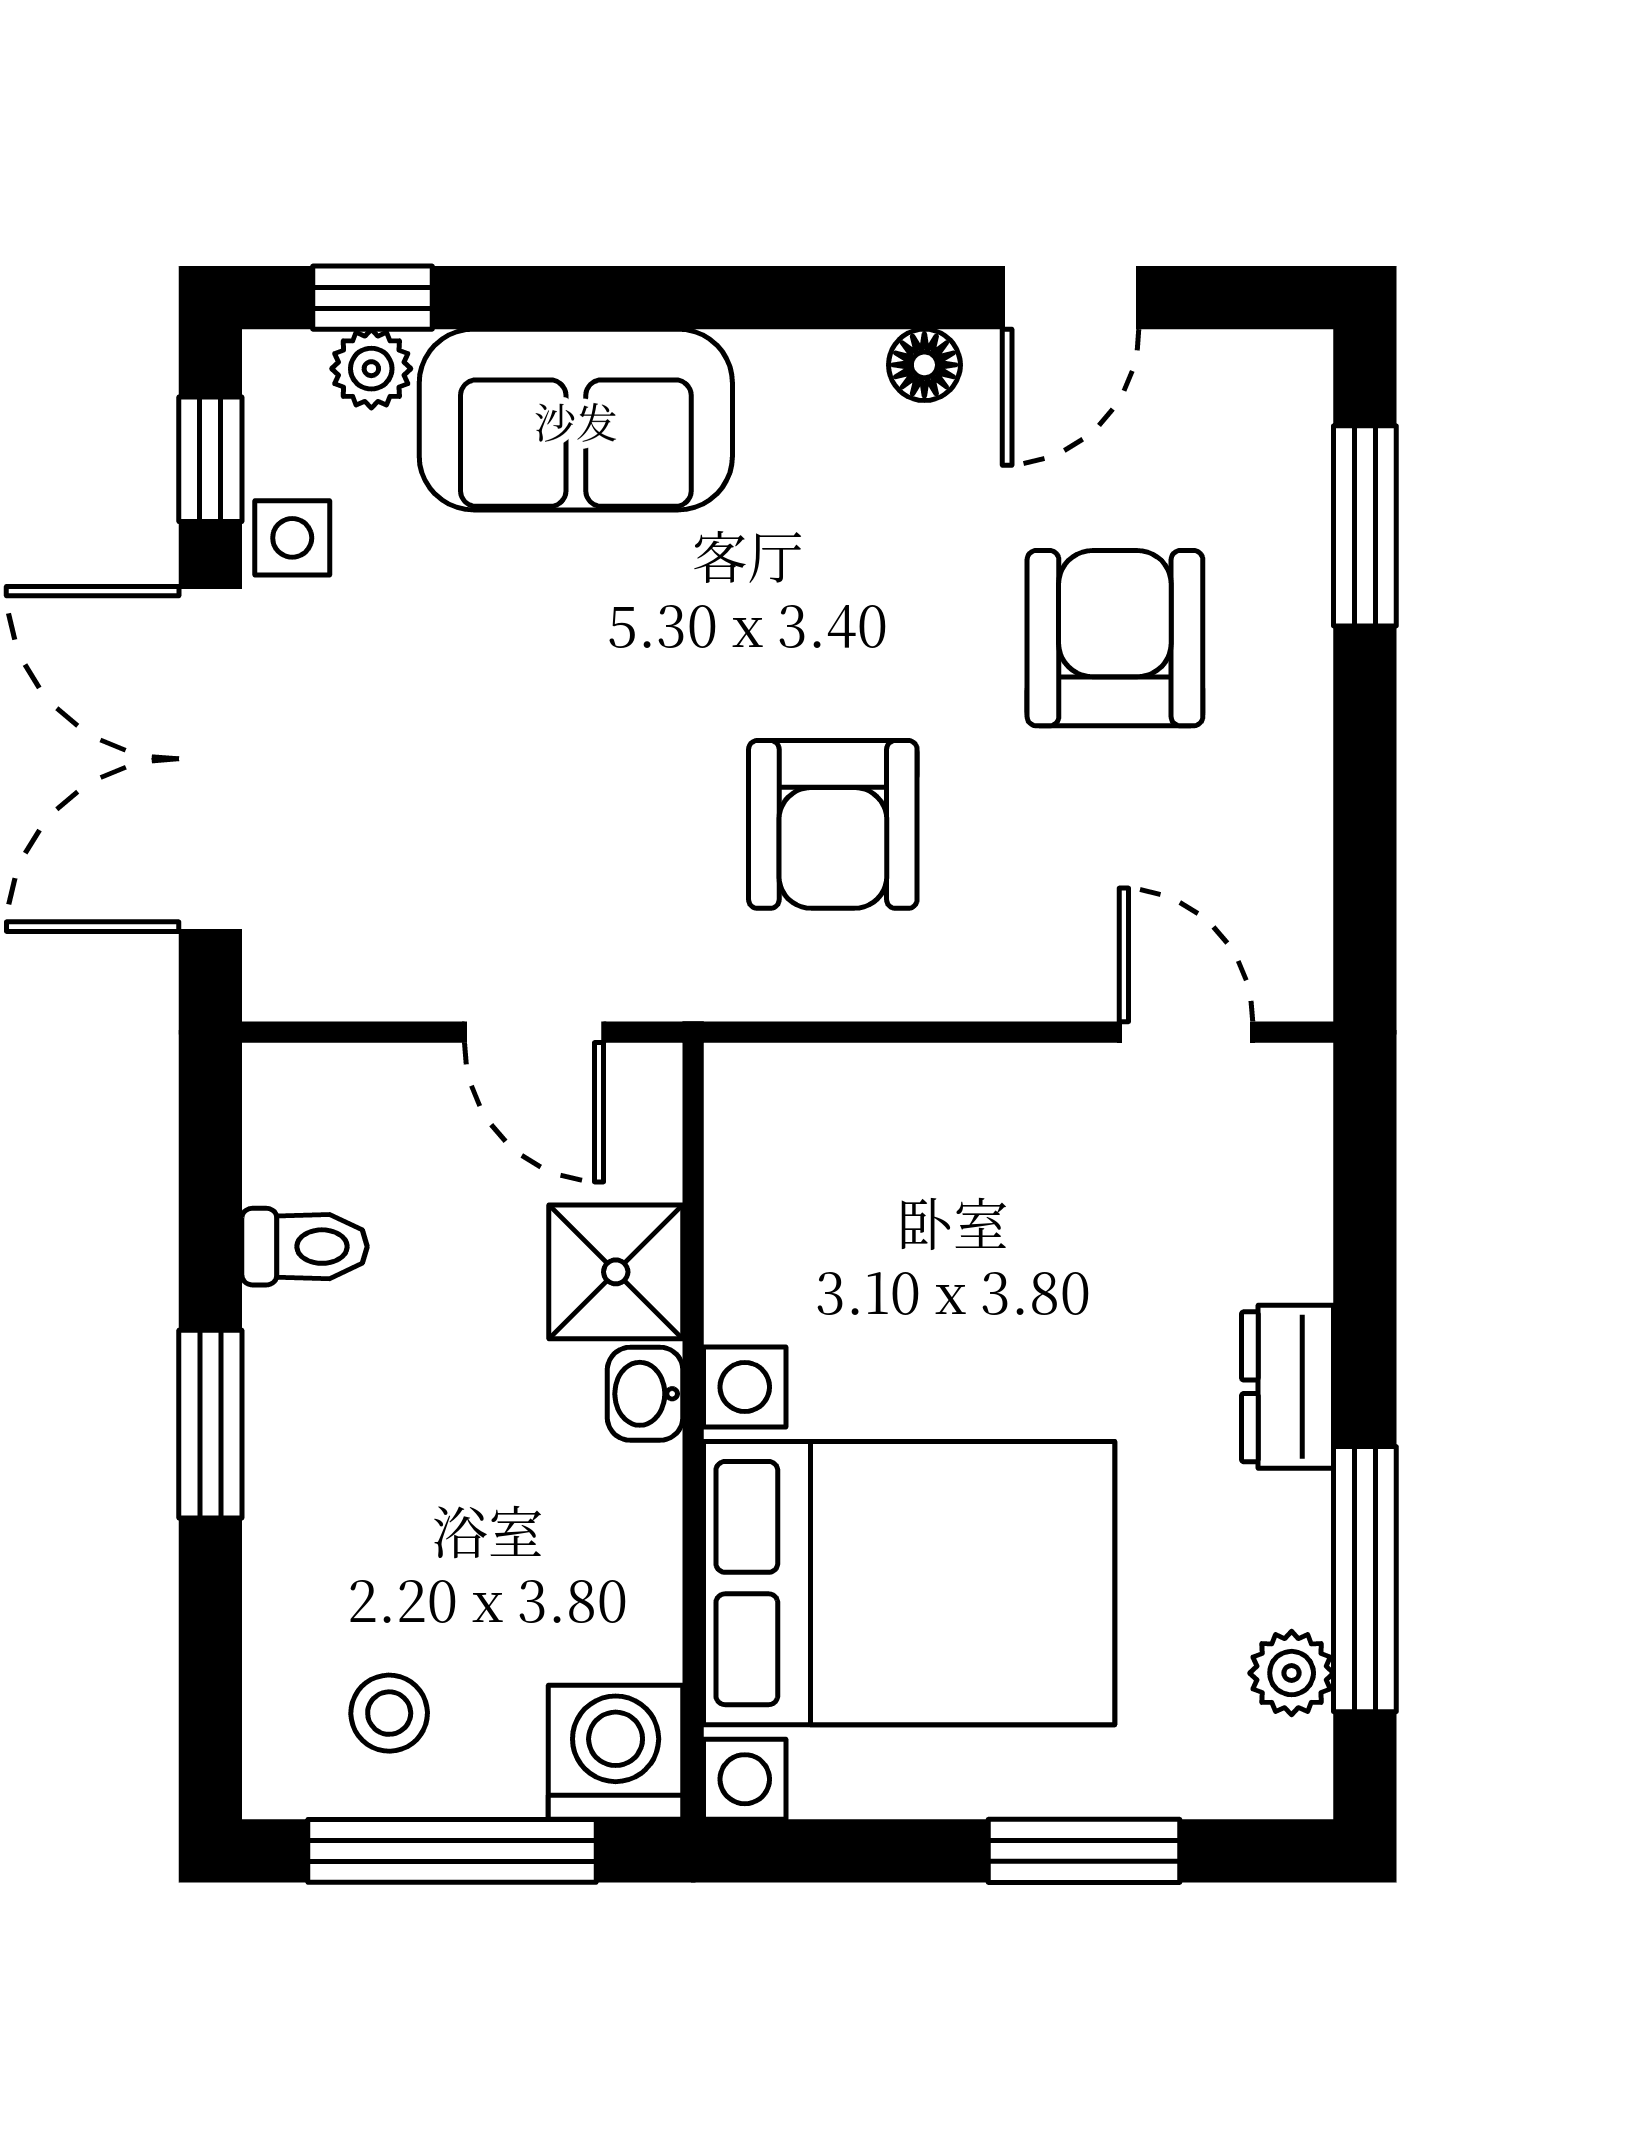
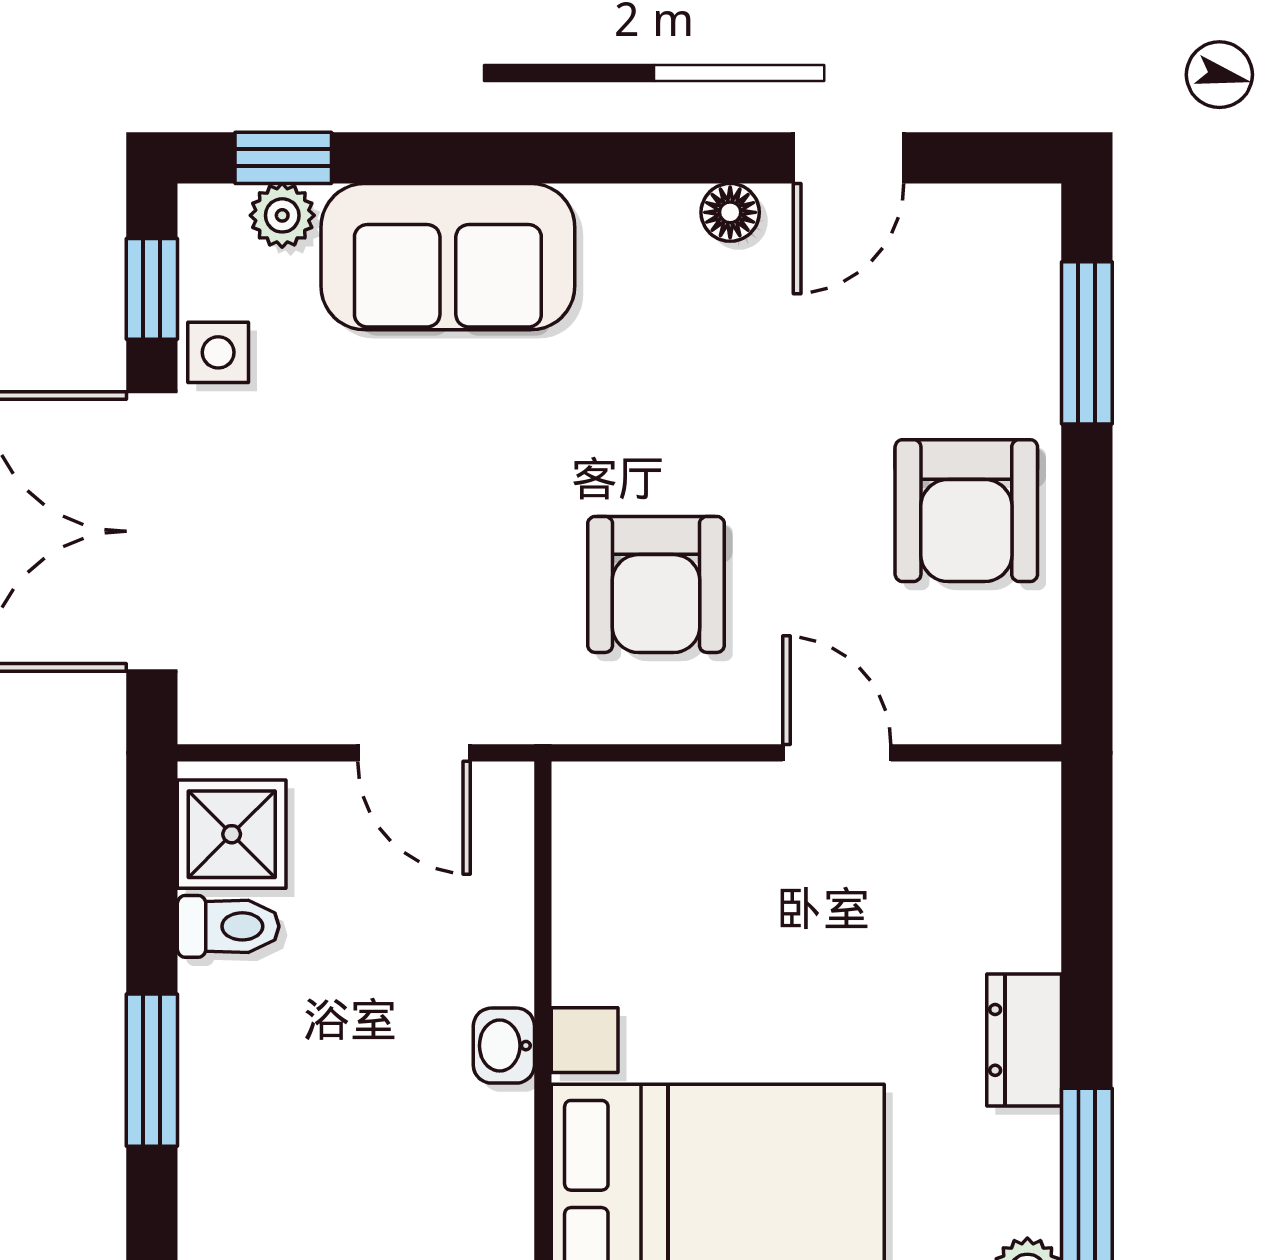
armchair: (1115, 638) -> (966, 511), moved, turned 180
door: (1186, 1032) -> (837, 753), moved
shower: (616, 1272) -> (232, 834), moved

